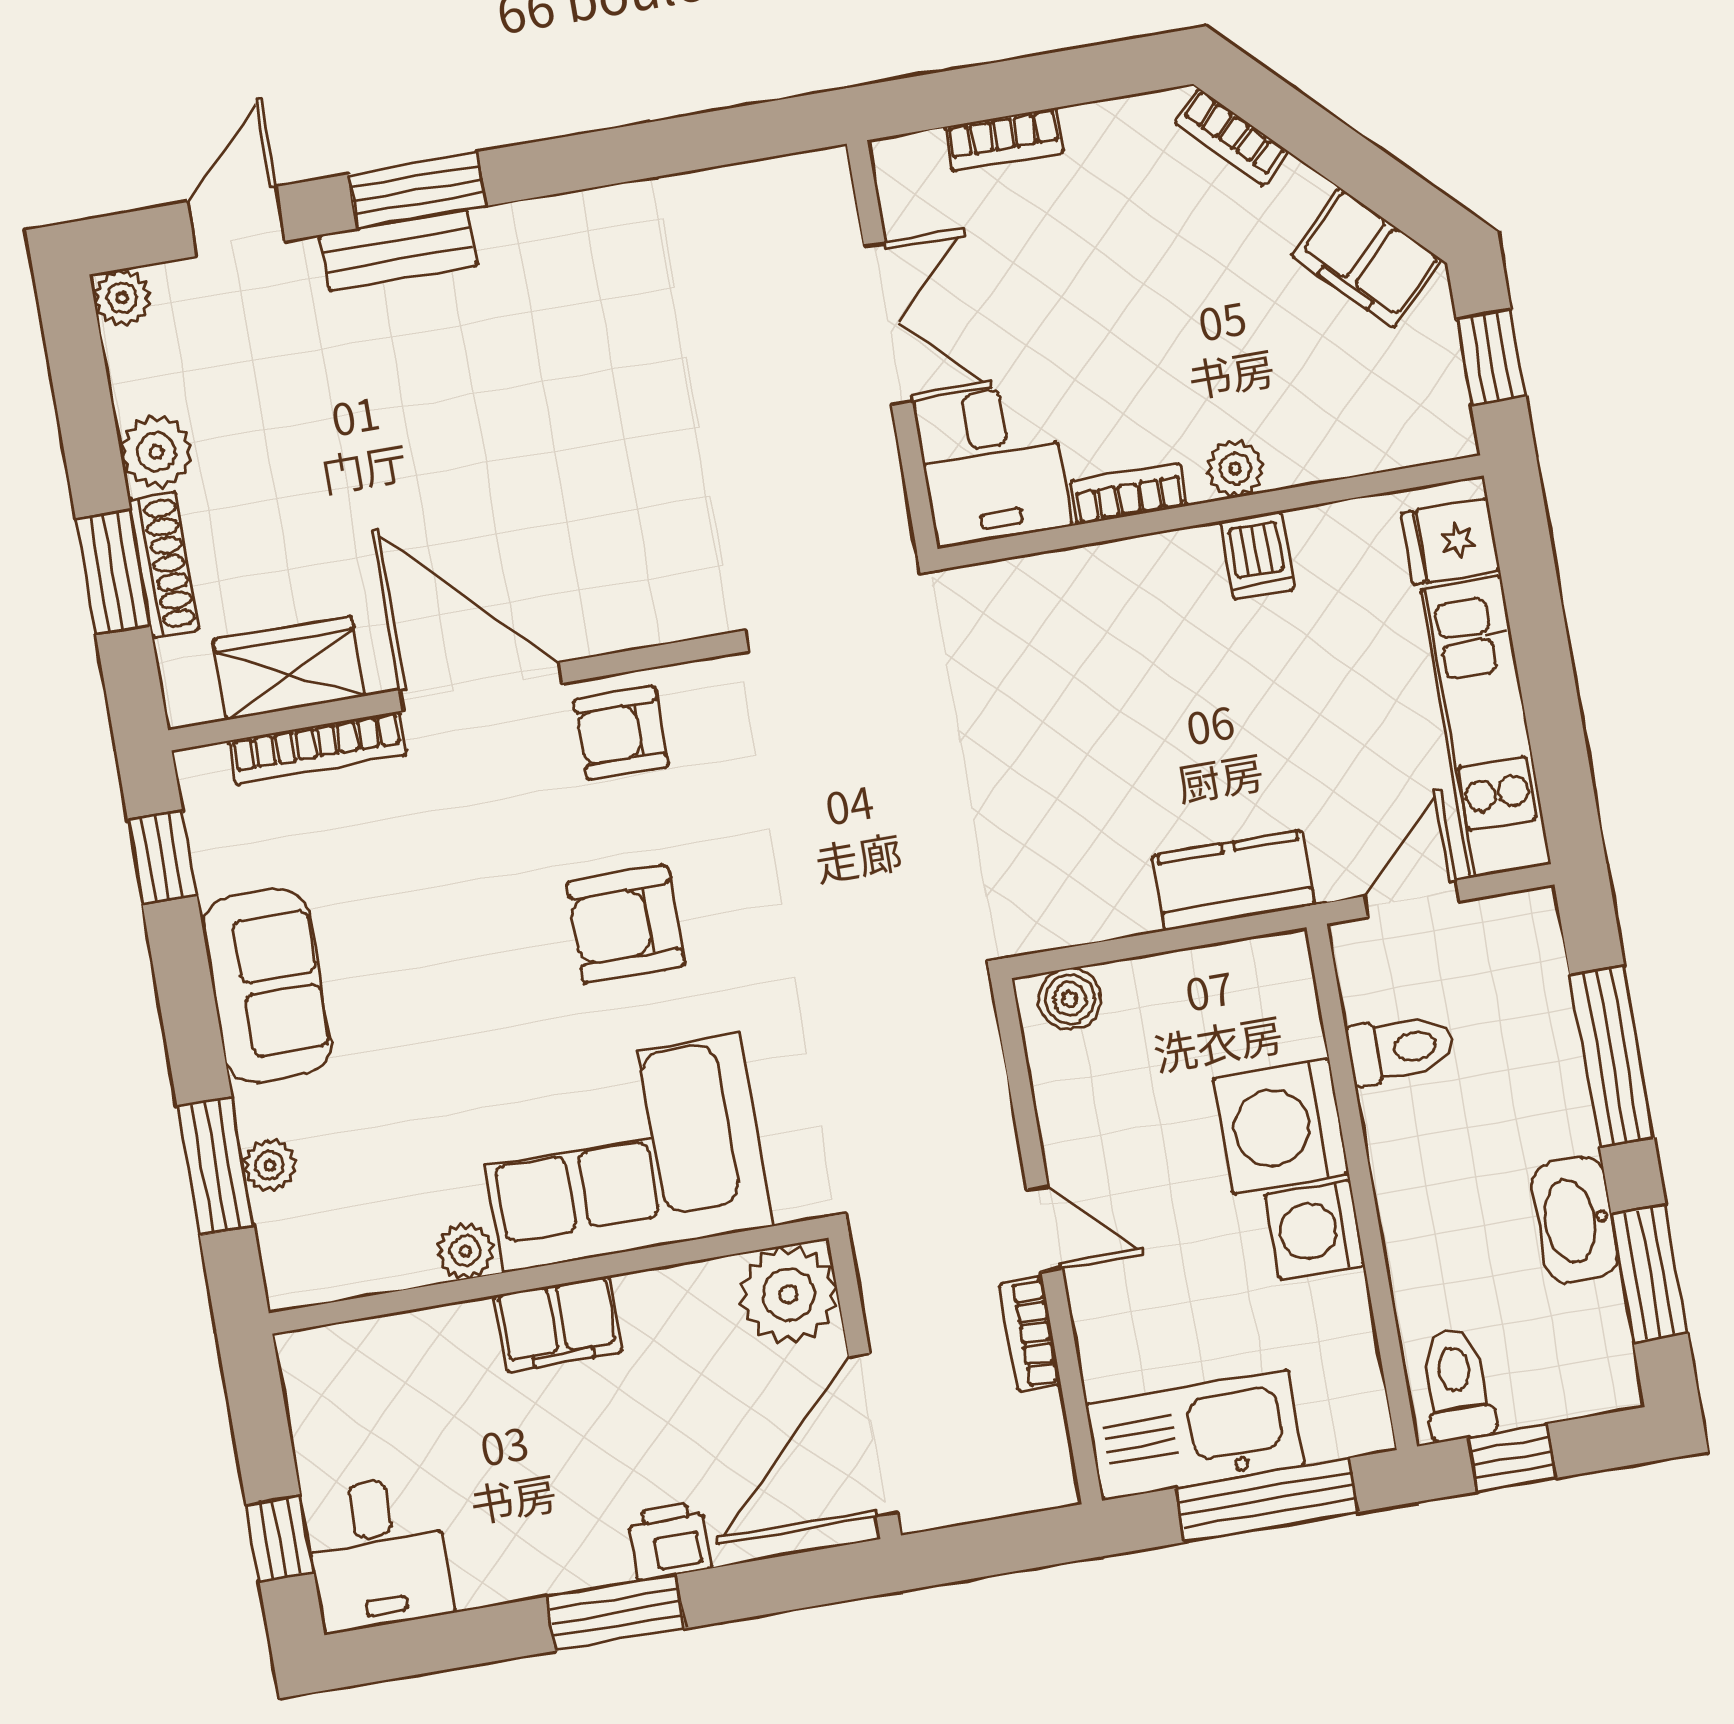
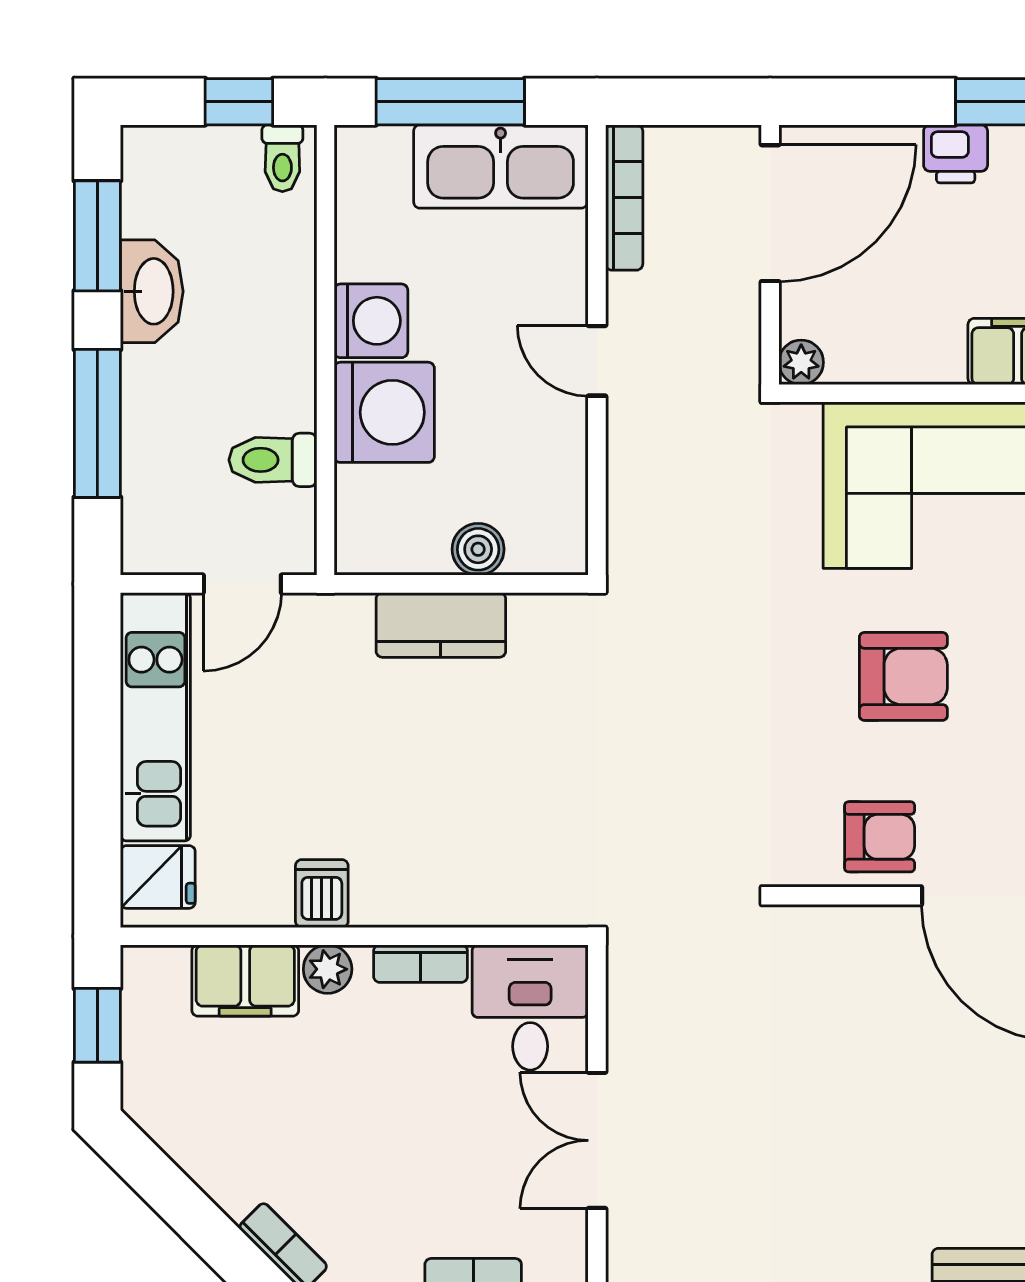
filing cabinet: (1367, 258) -> (245, 980), moved, turned 135
kitchen counter: (1234, 880) -> (441, 625), moved
boiler: (1070, 999) -> (478, 549), moved
plant: (788, 1294) -> (801, 362), width x0.53, depth x0.53
bookcase: (1030, 1334) -> (624, 197), moved, width x1.56
toilet: (1456, 1384) -> (282, 158), width x0.73, depth x0.72

